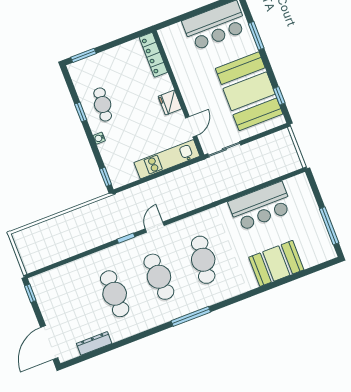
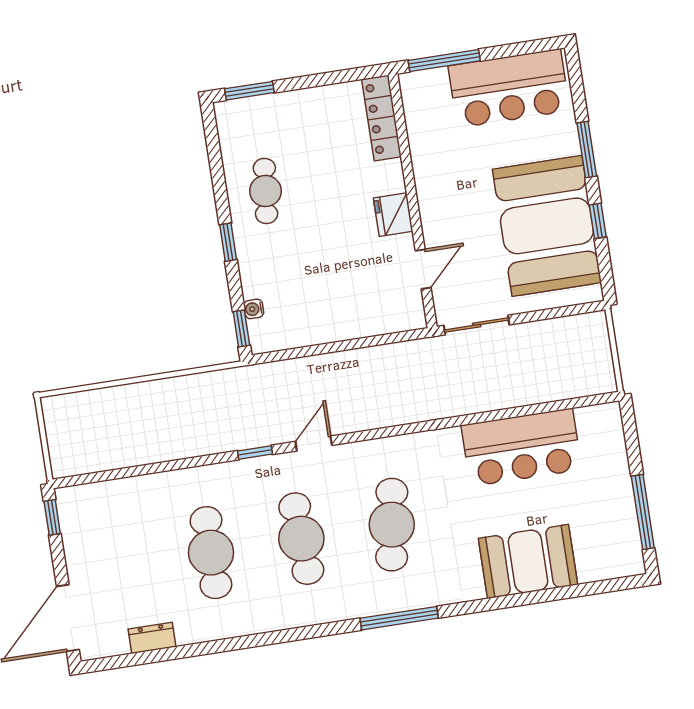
window: (179, 19) -> (444, 61), added
window: (256, 36) -> (587, 150), moved
window: (279, 96) -> (598, 221), moved
window: (81, 112) -> (228, 242), moved
water cooler: (99, 138) -> (254, 309), moved
kitchen unit: (167, 159) -> (364, 320), removed
window: (191, 316) -> (399, 618), moved
dresser: (94, 343) -> (152, 638), width x0.70

